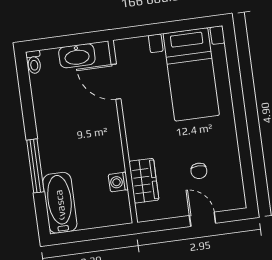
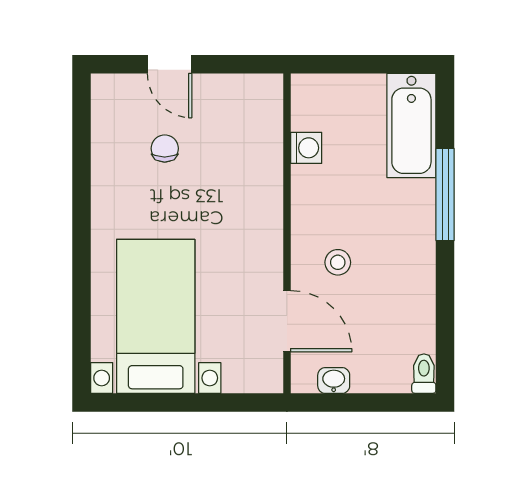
washbasin: (77, 56) -> (334, 380), width x0.52, depth x0.69
stool: (91, 119) -> (338, 262), added
wardrobe: (144, 181) -> (262, 144), removed

